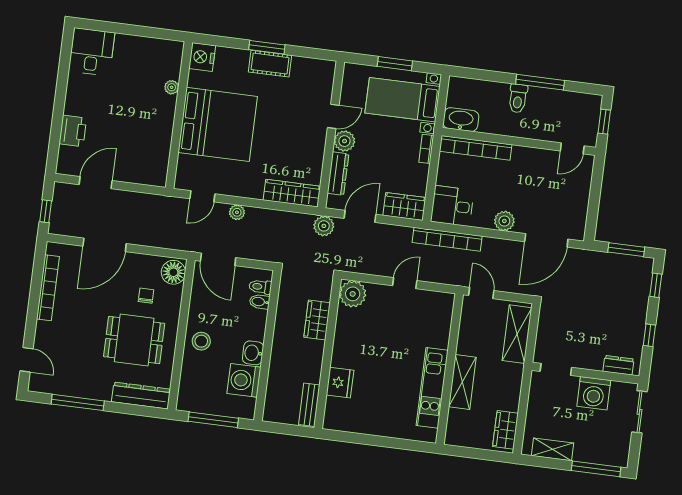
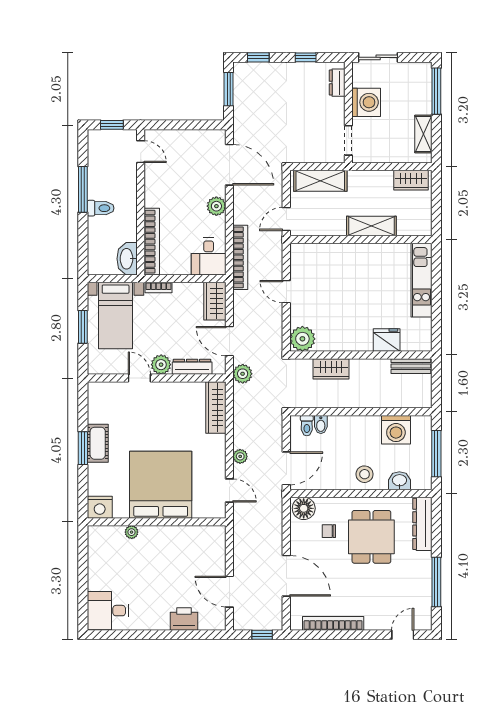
washbasin: (253, 353) -> (399, 481), moved, turned 180
kitchen unit: (432, 388) -> (421, 280), moved, turned 90

